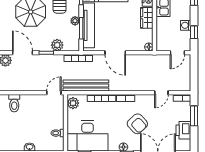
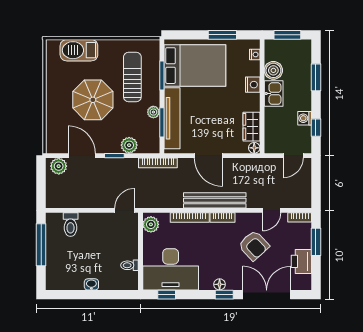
wardrobe: (147, 18) -> (251, 127), moved
bench: (86, 85) -> (215, 200), moved
armchair: (137, 124) -> (254, 245), moved

